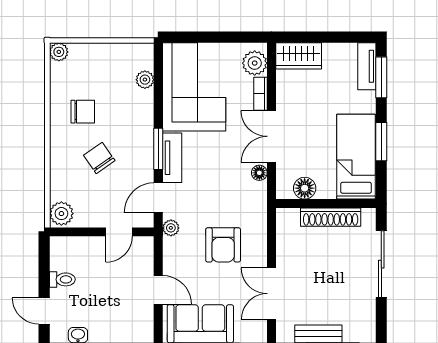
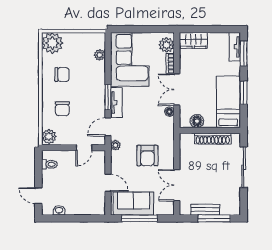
plant: (59, 52) -> (52, 43), width x1.88, depth x1.88
chair: (99, 158) -> (62, 109), moved, turned -145
toilet: (62, 279) -> (50, 164), moved

